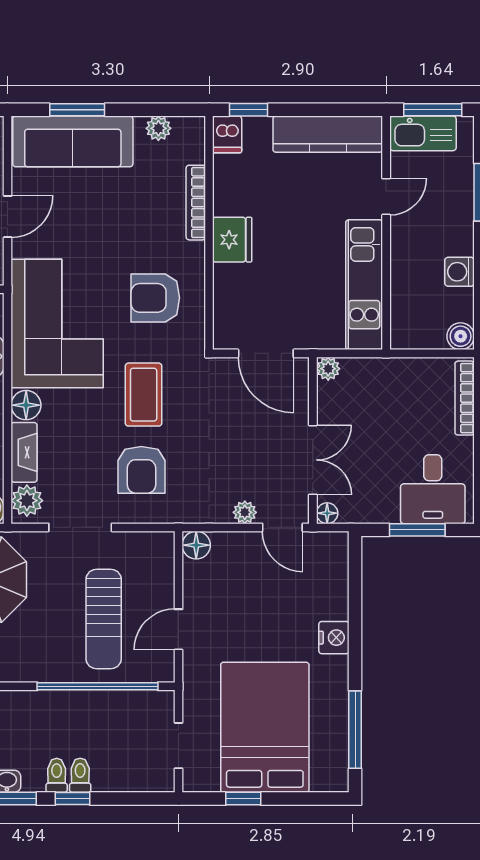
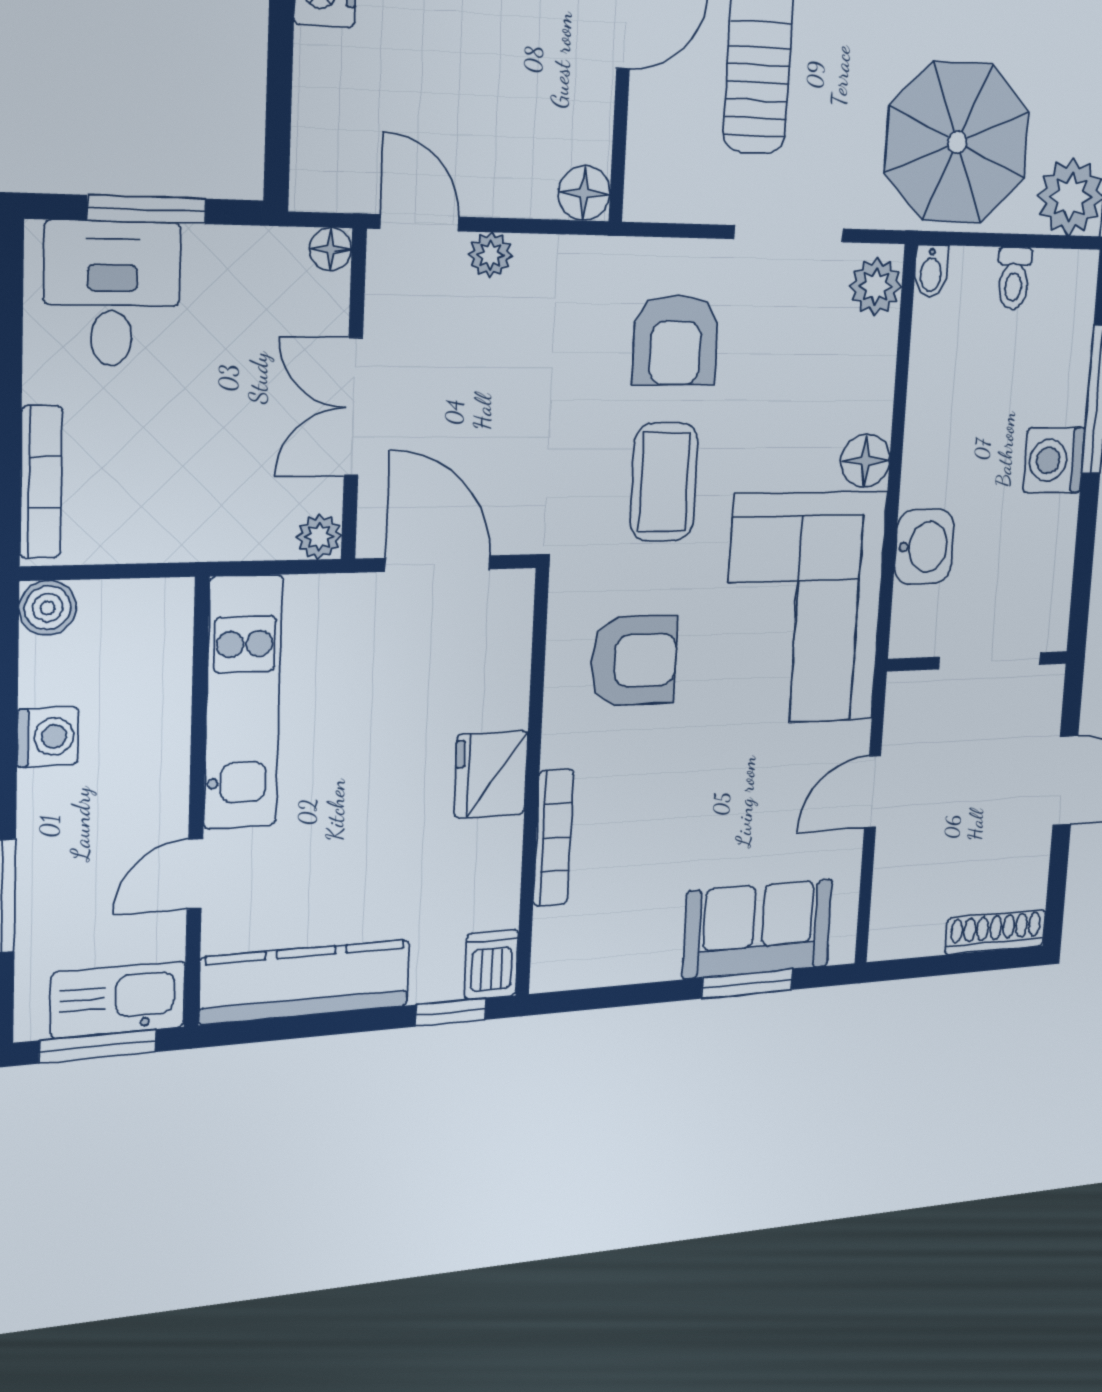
plant: (158, 128) -> (612, 965), removed
sofa: (73, 141) -> (758, 929), width x0.73
fireplace: (24, 452) -> (875, 375), removed
double door: (313, 460) -> (353, 407), moved
armchair: (141, 470) -> (676, 340), turned 180

